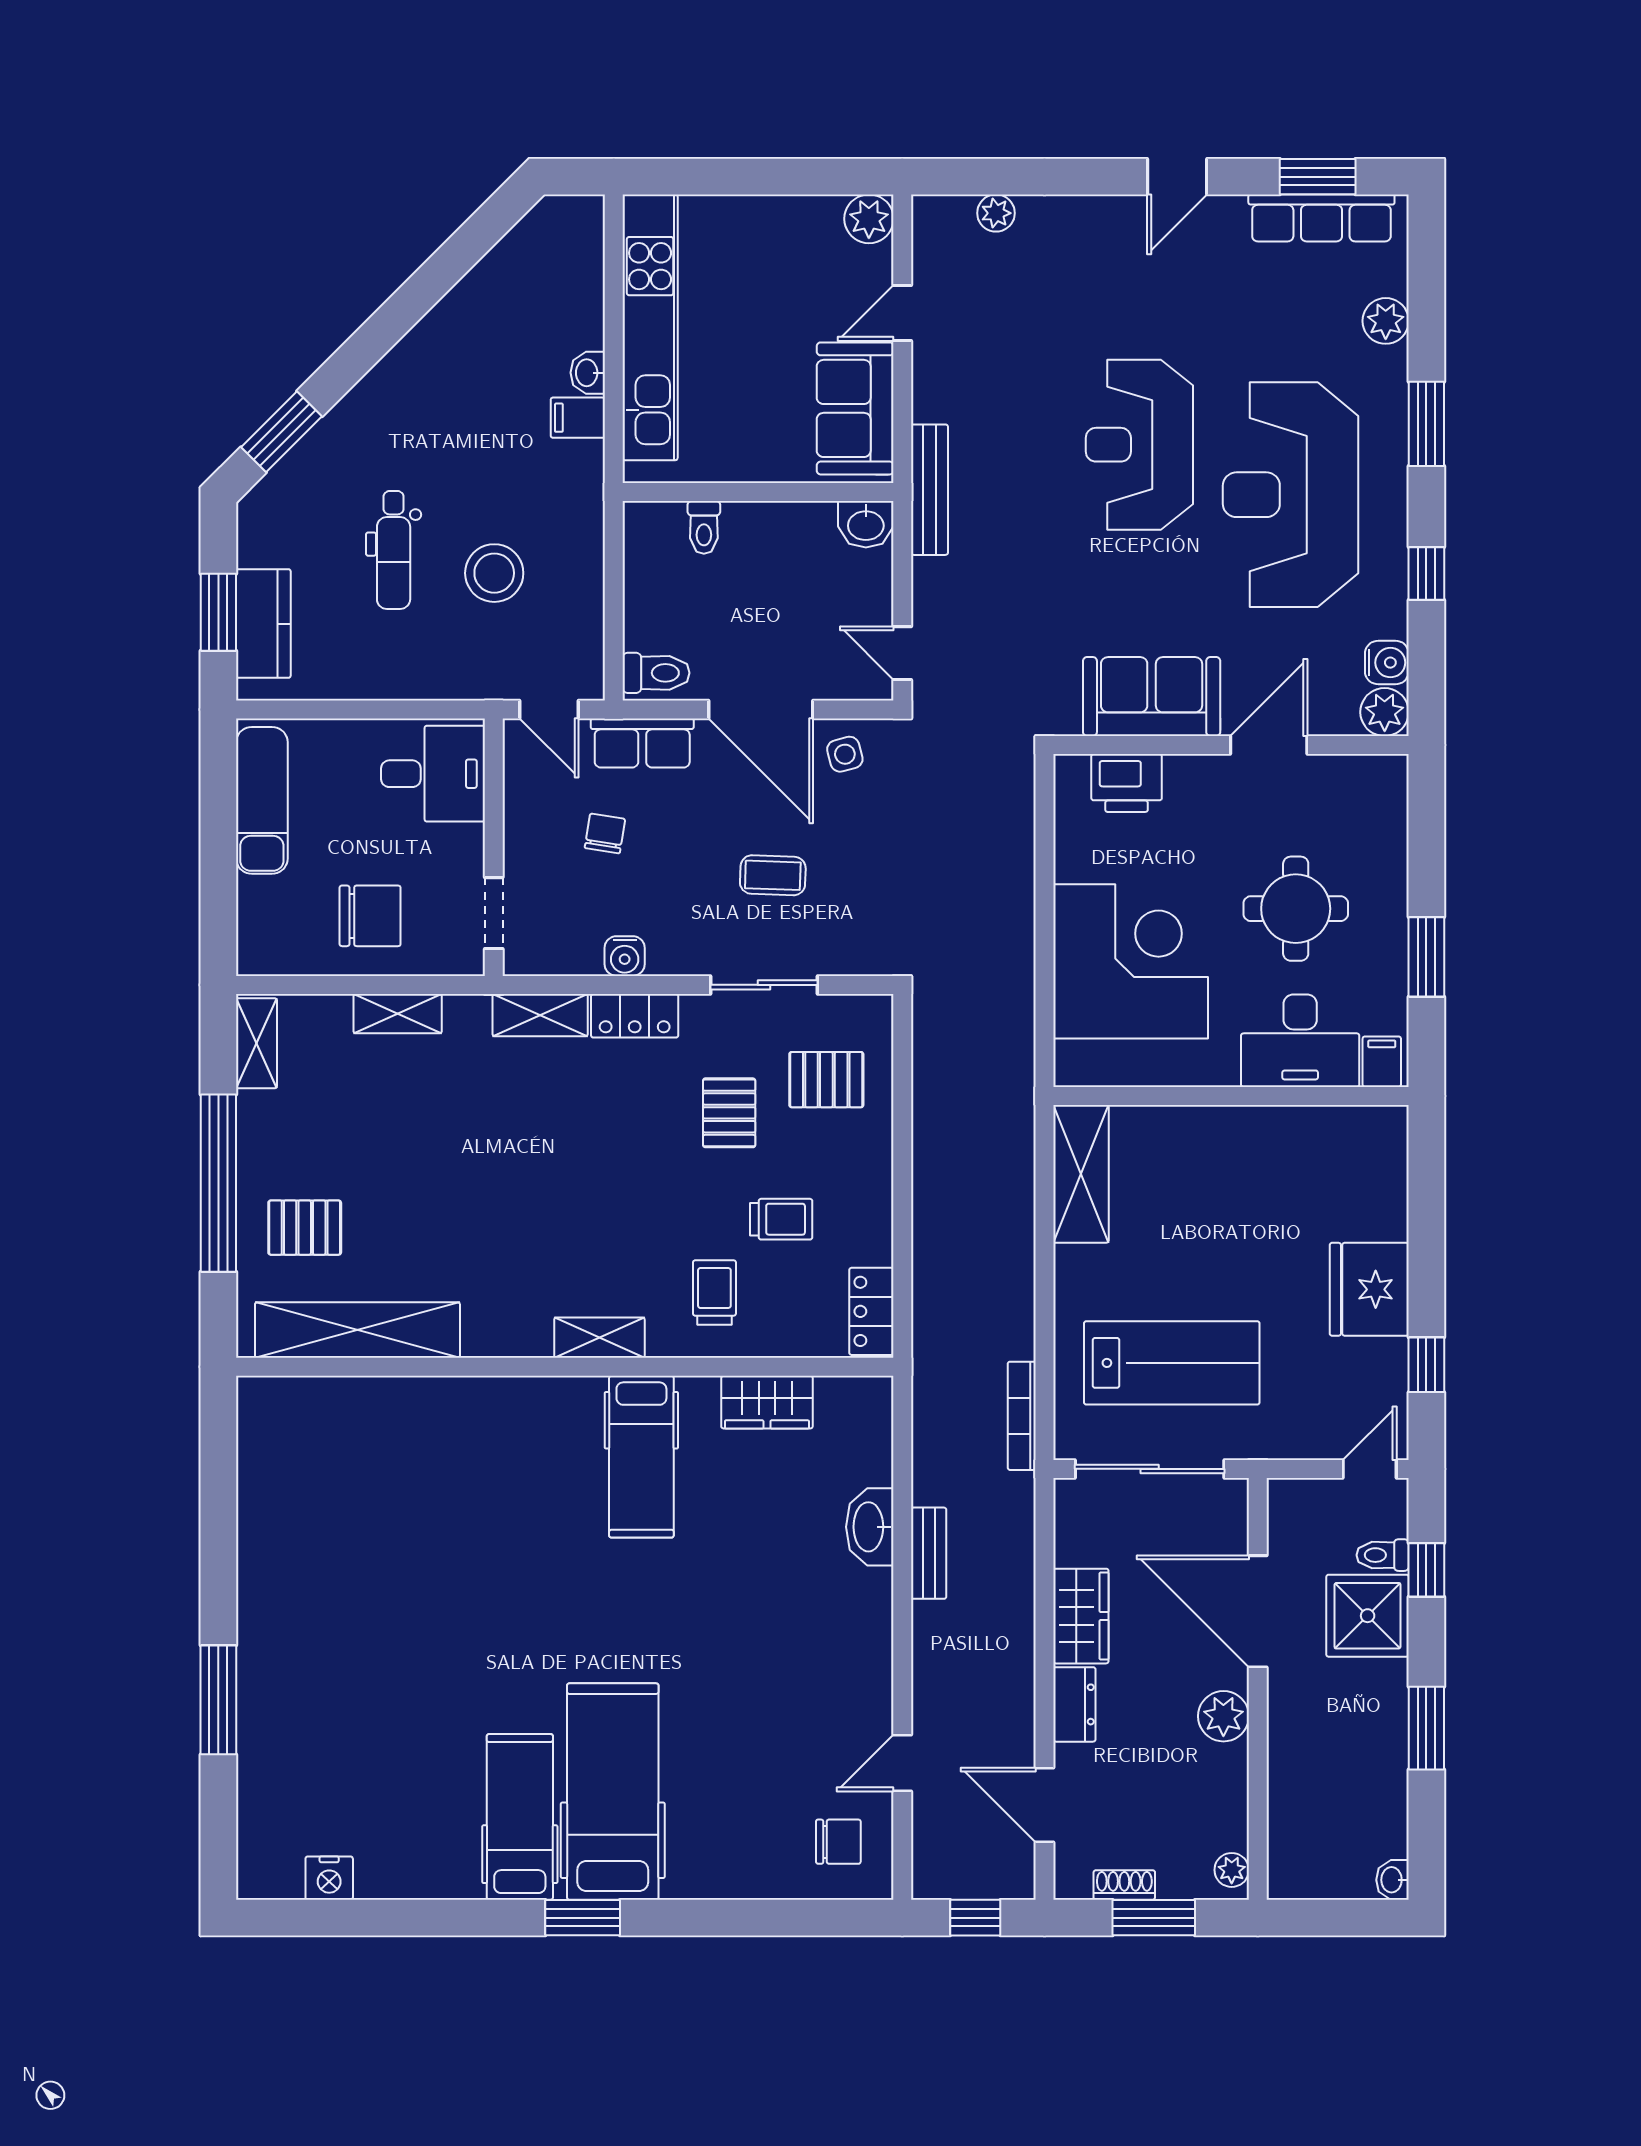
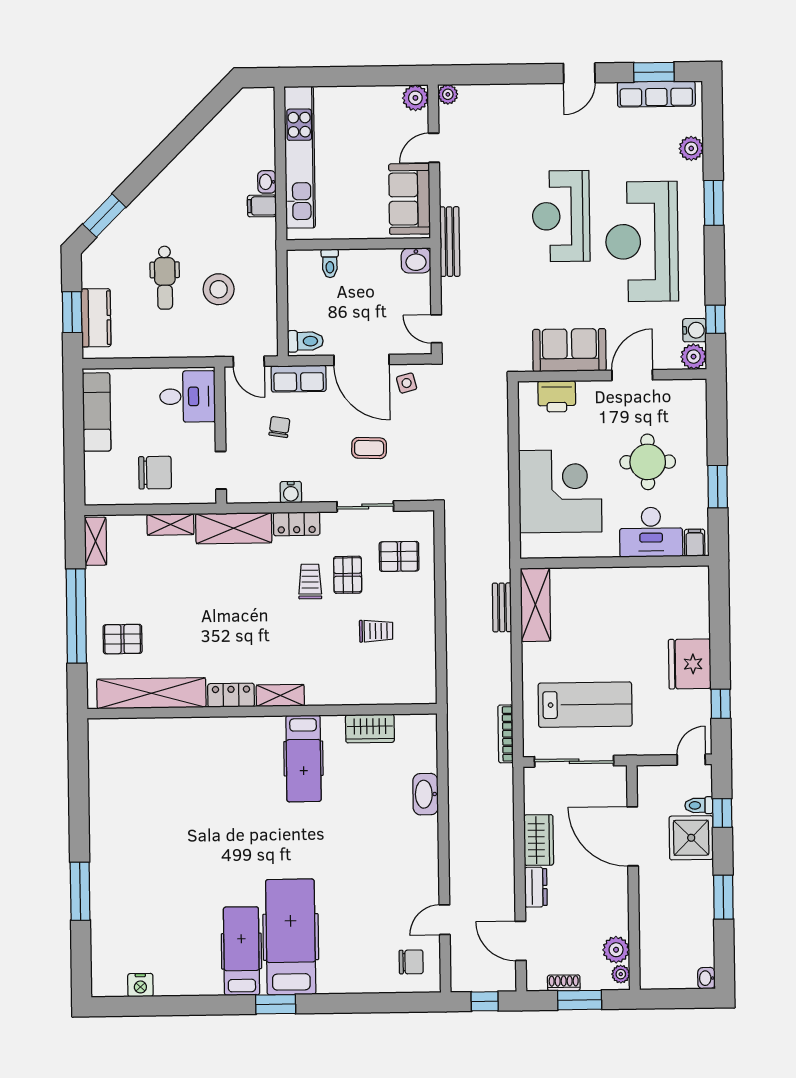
plant: (996, 213) -> (448, 94), moved
window: (1426, 573) -> (715, 319), moved
shelving: (540, 1015) -> (234, 528), width x1.50, depth x1.33
trolley: (714, 1293) -> (310, 582), moved
locker: (871, 1311) -> (231, 695), moved, turned 90
bench: (929, 1553) -> (502, 607), moved
plant: (1223, 1716) -> (616, 950), moved

